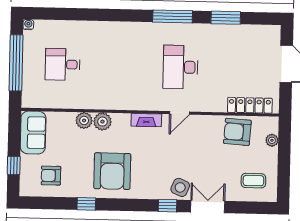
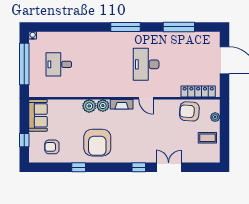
window: (173, 16) -> (125, 27), moved
window: (226, 18) -> (179, 27), width x1.44
door: (179, 113) -> (146, 98), hinge flipped
plant: (84, 120) -> (103, 106), moved
coffee table: (253, 181) -> (207, 138), moved
side table: (180, 187) -> (148, 154), removed

